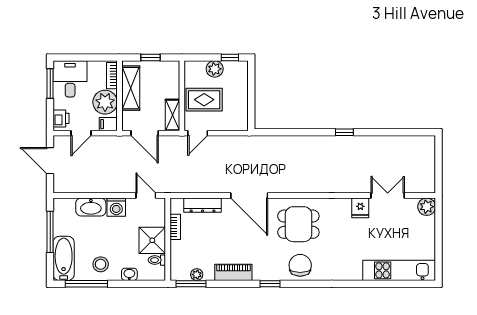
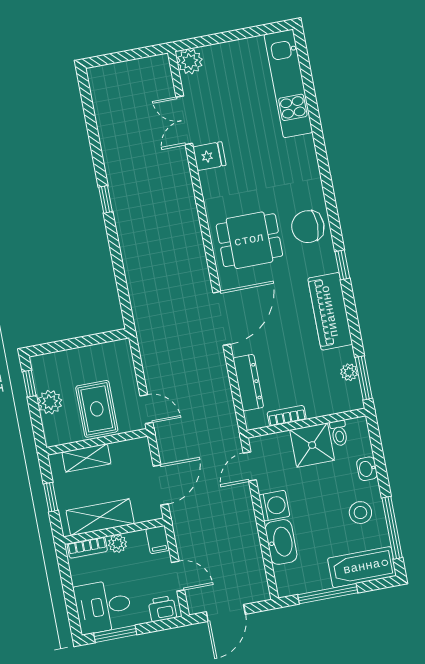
plant: (105, 102) -> (117, 544), width x0.53, depth x0.53
shelving: (172, 115) -> (86, 458), moved
dining table: (298, 224) -> (249, 240), turned 90
piano: (233, 272) -> (330, 311), width x1.37, depth x1.33

